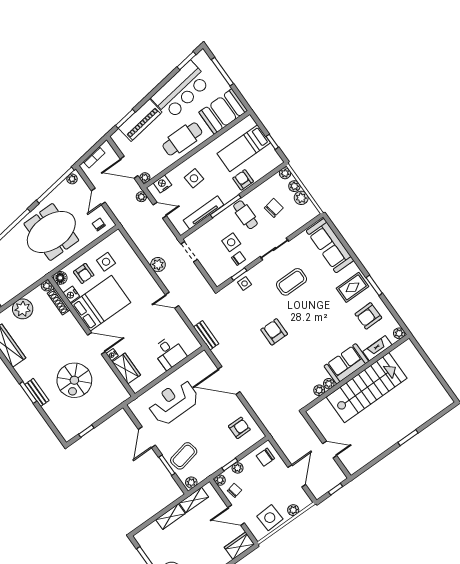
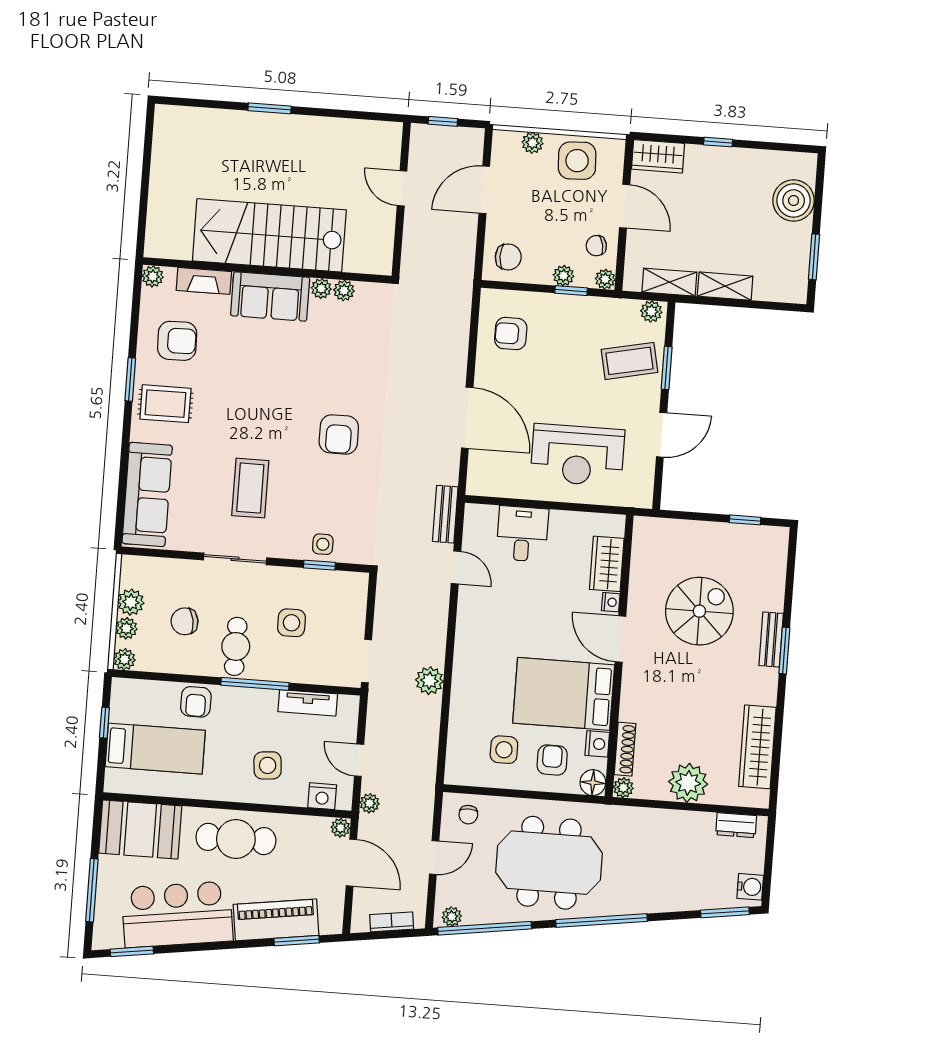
tv unit: (204, 213) -> (308, 703), width x0.71
chair: (239, 259) -> (301, 589), removed
coffee table: (291, 282) -> (250, 488), turned 90
door: (172, 300) -> (456, 568), moved

